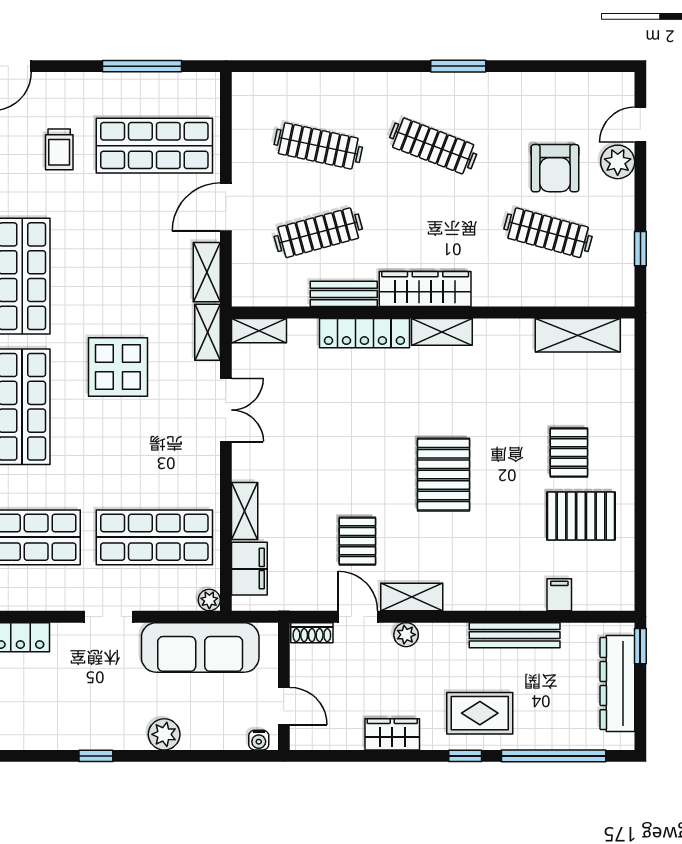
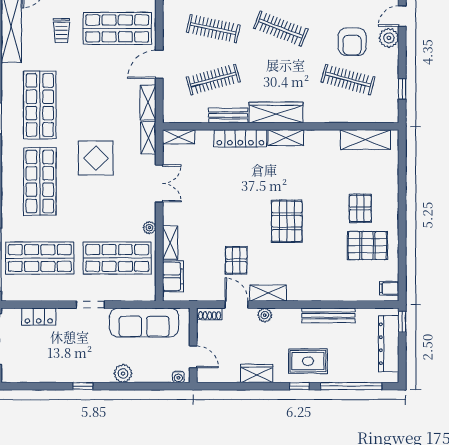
filing cabinet: (559, 595) -> (389, 288), moved, turned -90
plant: (209, 600) -> (149, 228), moved

